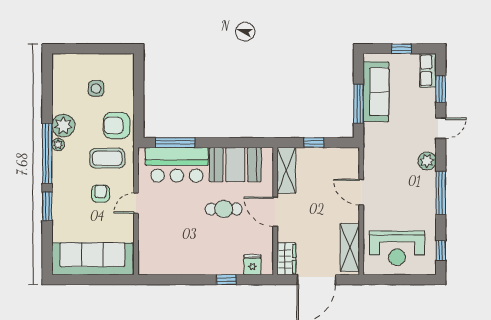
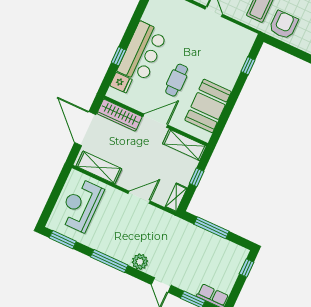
window: (401, 49) -> (247, 268), moved
sofa: (376, 92) -> (215, 246), removed
window: (175, 143) -> (248, 66), width x0.46
shelving: (344, 154) -> (176, 198), added
bar counter: (177, 165) -> (142, 52), moved, turned 180
window: (441, 250) -> (63, 240), width x1.50
wardrobe: (286, 259) -> (120, 115), width x1.50

